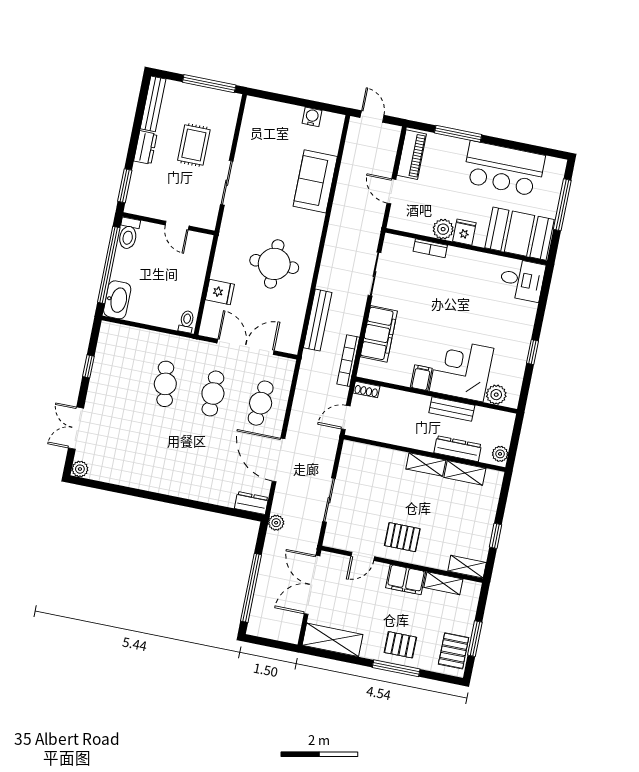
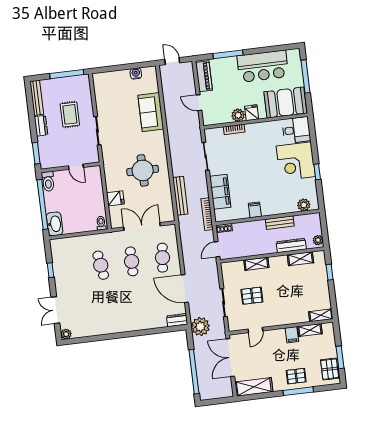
corner desk: (461, 370) -> (296, 161), moved, turned -90
shelving: (426, 465) -> (256, 264), moved
plant: (276, 523) -> (200, 327), width x1.88, depth x1.88
window: (496, 536) -> (330, 272), moved
pallet: (402, 537) -> (252, 296), moved
filing cabinet: (406, 580) -> (292, 335), width x0.50

